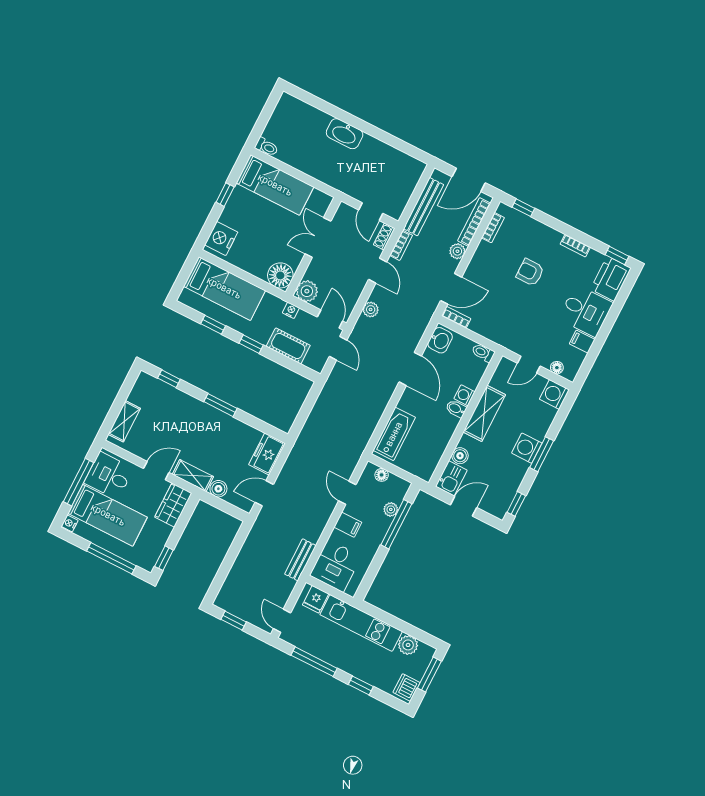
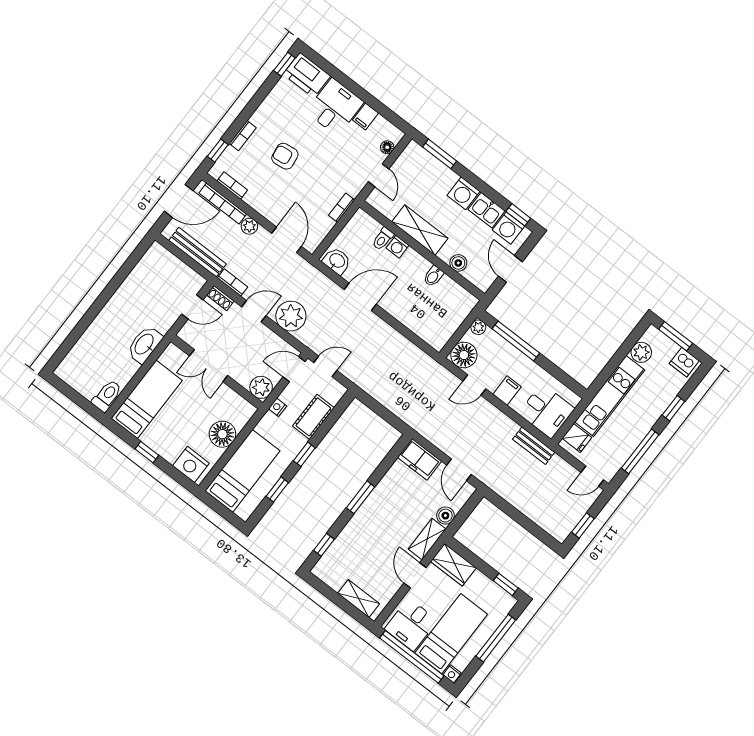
washbasin: (345, 134) -> (145, 344), moved, turned 180
toilet: (267, 147) -> (107, 396), width x1.37, depth x1.39
door: (469, 180) -> (179, 201), hinge flipped
bookcase: (575, 246) -> (243, 136), moved
armchair: (530, 272) -> (285, 156), turned 82
floor lamp: (280, 275) -> (222, 434), moved
plant: (371, 310) -> (291, 316), width x1.88, depth x1.88
bookcase: (456, 317) -> (342, 208), moved
toilet: (483, 353) -> (383, 239), moved
washing machine: (554, 394) -> (508, 228), moved
bidet: (456, 409) -> (433, 276), moved
bathtub: (394, 434) -> (423, 326), removed
window: (542, 454) -> (440, 154), moved
floor lamp: (382, 475) -> (464, 355), width x1.89, depth x1.89
kitchen sink: (451, 478) -> (487, 210), moved, turned 180
window: (79, 482) -> (412, 657), width x1.46
plant: (391, 509) -> (478, 327), moved

